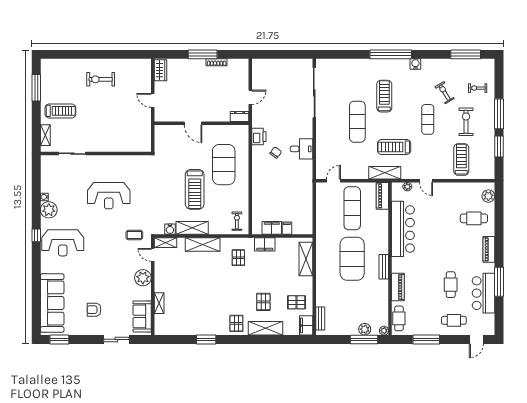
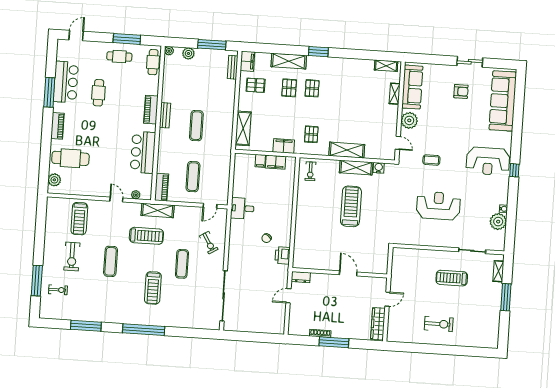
window: (466, 54) -> (86, 326), moved
water cooler: (415, 64) -> (119, 318), removed
wardrobe: (160, 70) -> (378, 324), width x1.50
window: (36, 88) -> (506, 297), moved
exercise bike: (445, 93) -> (209, 243), moved
door: (153, 100) -> (387, 299), hinge flipped
treadmill: (60, 111) -> (452, 278), moved
window: (499, 114) -> (37, 281), moved
exercise mat: (357, 122) -> (182, 264), width x0.73, depth x0.69
window: (499, 147) -> (40, 229), removed
desk: (301, 149) -> (242, 208), moved
exercise mat: (224, 165) -> (320, 229), removed
exercise mat: (352, 208) -> (193, 177), width x0.73, depth x0.69
plant: (49, 210) -> (498, 222), moved
cafe table: (474, 218) -> (70, 158), width x1.37, depth x1.35
bar counter: (403, 229) -> (143, 152), width x0.73
coffee table: (134, 235) -> (431, 160), moved
reception desk: (63, 243) -> (488, 161), turned 180
shelving: (165, 243) -> (386, 66), moved
exercise mat: (352, 259) -> (196, 126), width x0.50, depth x0.69
piano: (398, 287) -> (151, 110), moved
sofa: (142, 316) -> (412, 87), width x1.36
cafe table: (454, 320) -> (119, 56), moved
pallet: (236, 323) -> (312, 88), moved
window: (59, 339) -> (498, 64), removed
sliding door: (116, 339) -> (470, 62), moved
window: (206, 339) -> (318, 52), moved
window: (364, 339) -> (212, 45), moved

